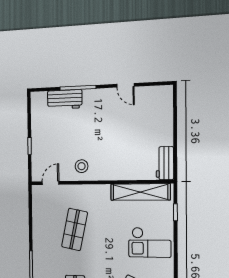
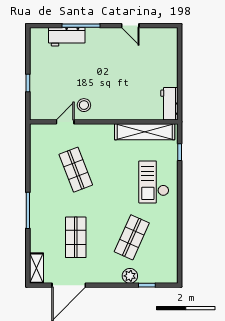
door: (51, 183) -> (65, 122), moved
shop shelf: (74, 229) -> (76, 170), turned -33
checkout: (150, 242) -> (154, 182), turned 90

